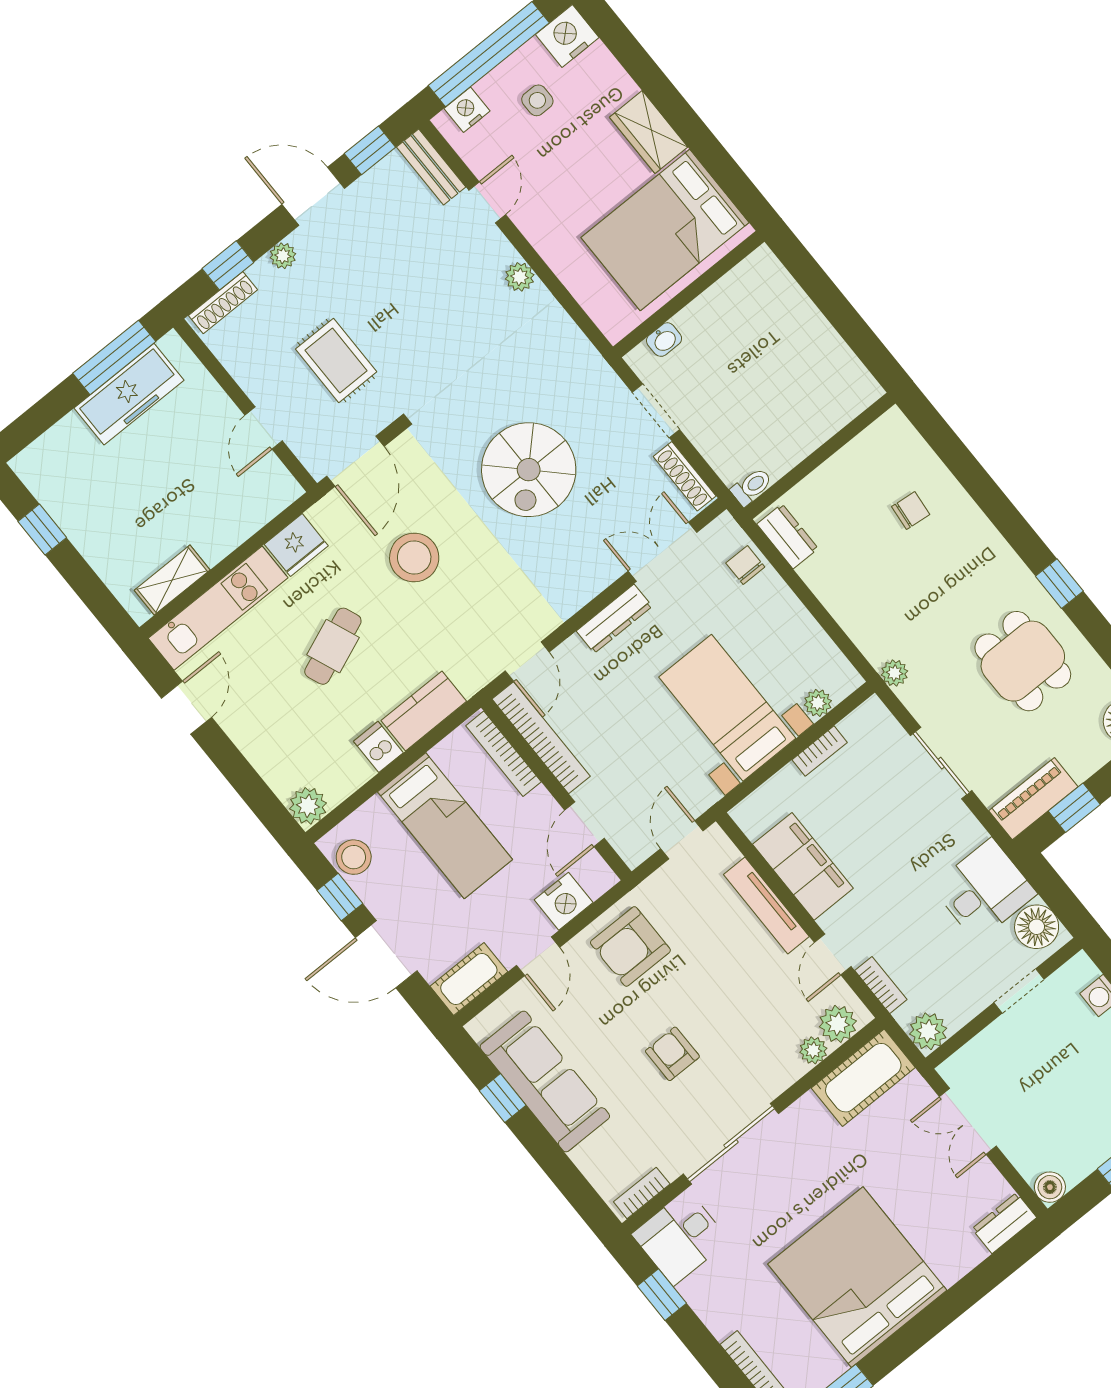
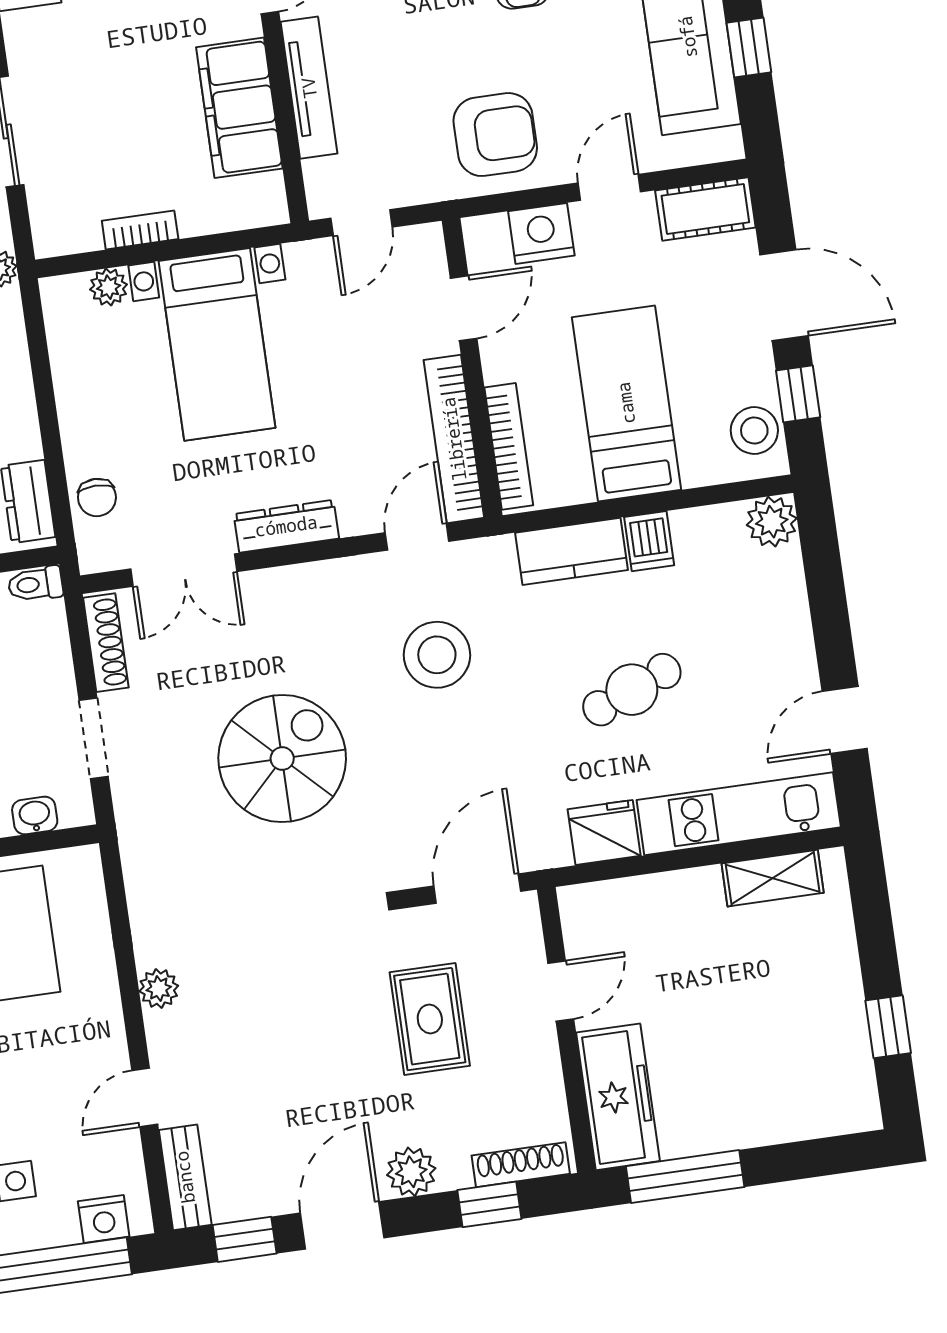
door: (313, 196) -> (342, 1225), swing flipped
plant: (283, 256) -> (411, 1172), width x1.38, depth x1.38
freezer: (129, 394) -> (618, 1097), moved, turned 90
stool: (414, 558) -> (437, 655), moved

